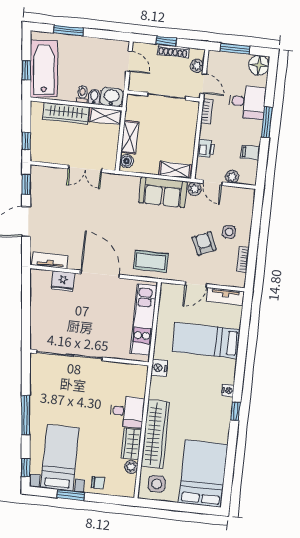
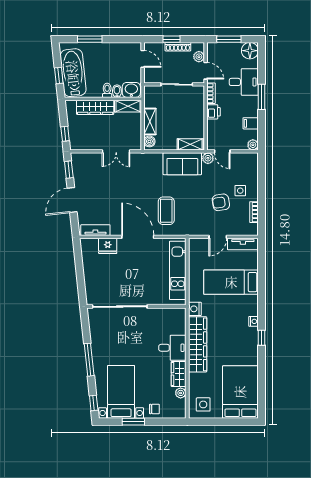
printer: (206, 148) -> (214, 112), moved
plant: (232, 177) -> (253, 145), moved
armchair: (204, 243) -> (221, 202), turned -75
coffee table: (151, 261) -> (166, 211), moved, turned 90
wardrobe: (155, 434) -> (198, 344), moved

